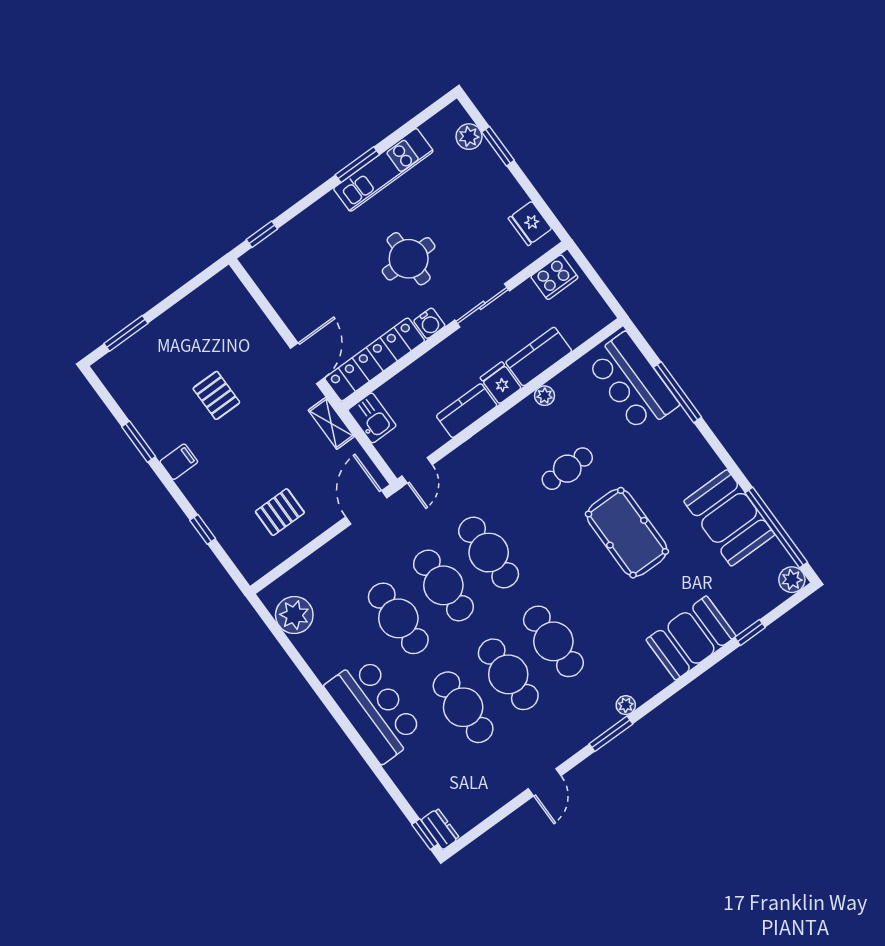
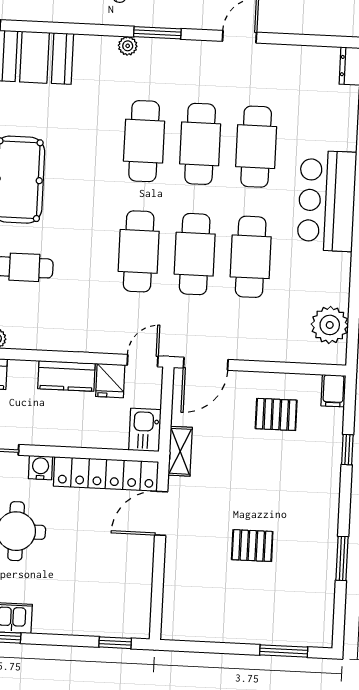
fridge: (501, 383) -> (110, 381), moved
pallet: (216, 395) -> (252, 546), turned 90
filing cabinet: (179, 462) -> (333, 391), moved, turned -90

